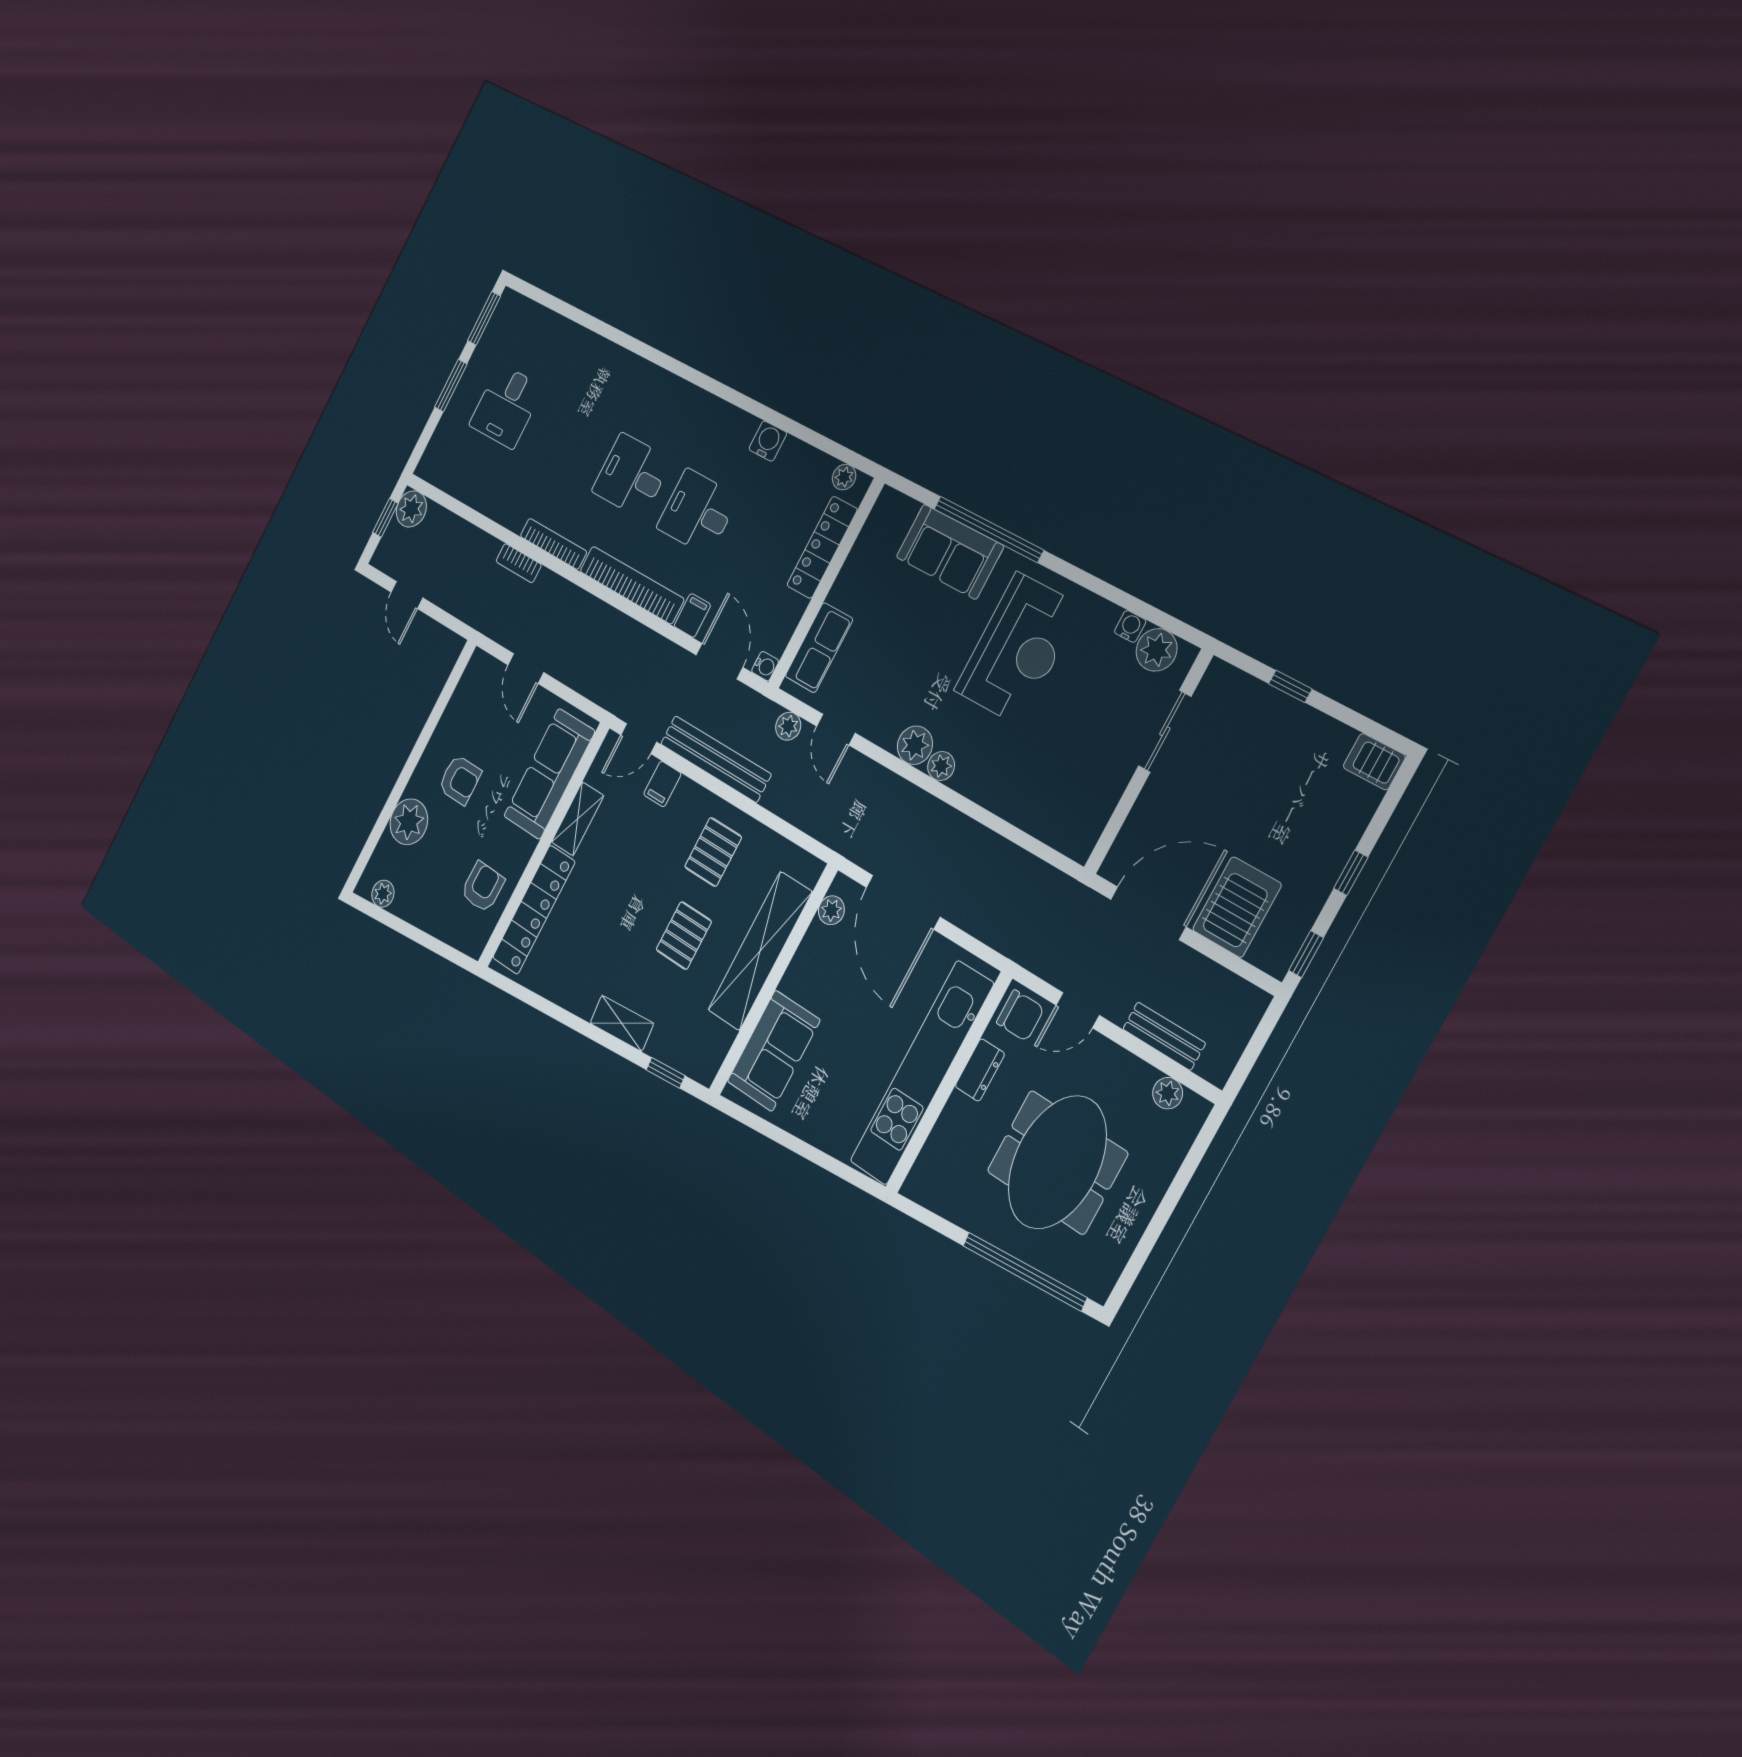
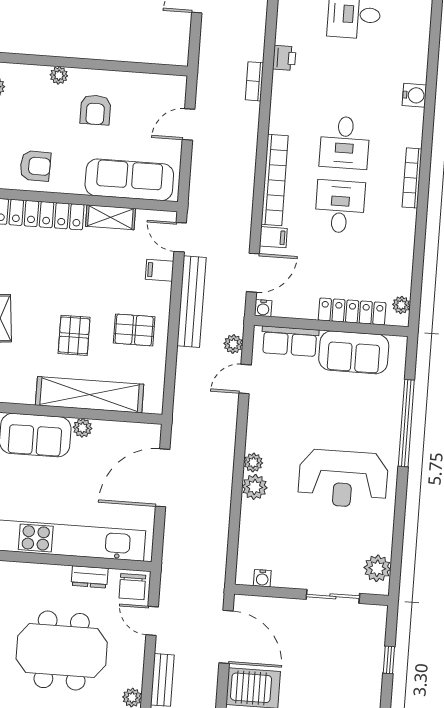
water cooler: (768, 441) -> (414, 95), moved
desk: (632, 476) -> (345, 143), turned 180
printer: (512, 514) -> (284, 58), added
bookcase: (553, 544) -> (412, 178), moved, turned 180
sofa: (950, 552) -> (354, 352), moved, turned -90
water cooler: (1130, 626) -> (262, 578), moved, turned 90
plant: (915, 745) -> (255, 487), moved
plant: (409, 822) -> (59, 75), width x0.53, depth x0.53
plant: (831, 910) -> (82, 428), moved
pallet: (684, 936) -> (74, 335), turned 90

